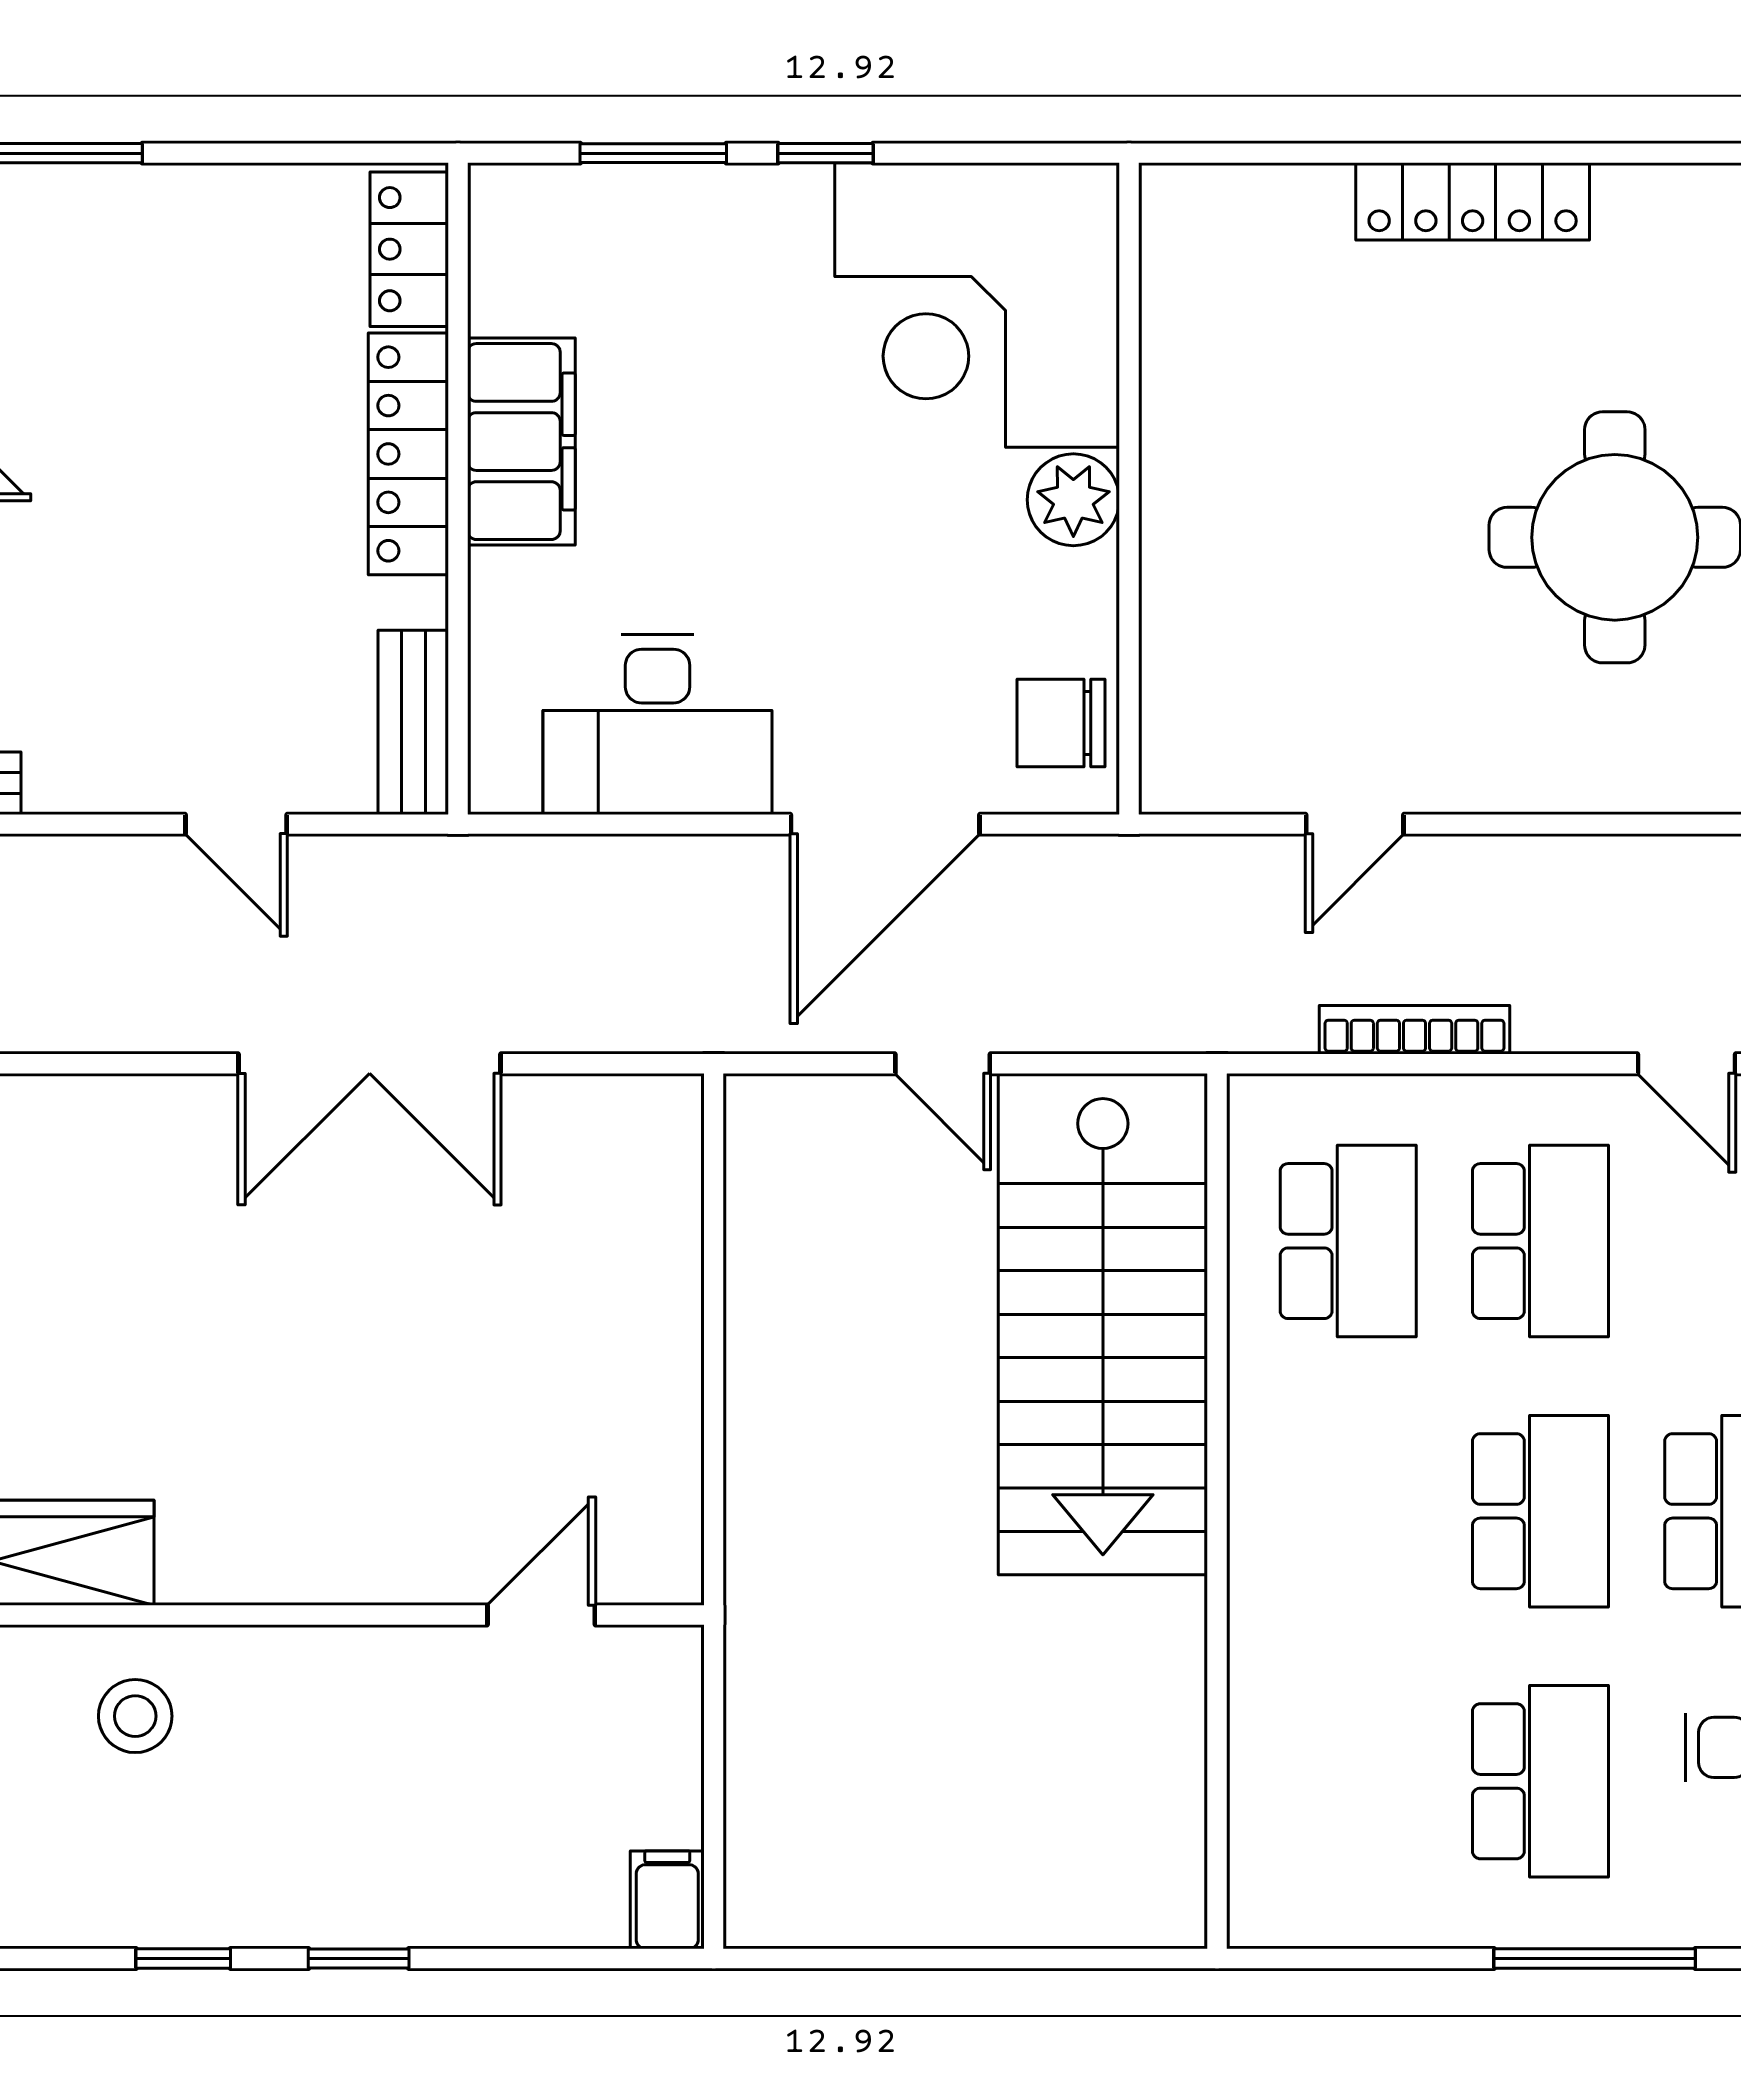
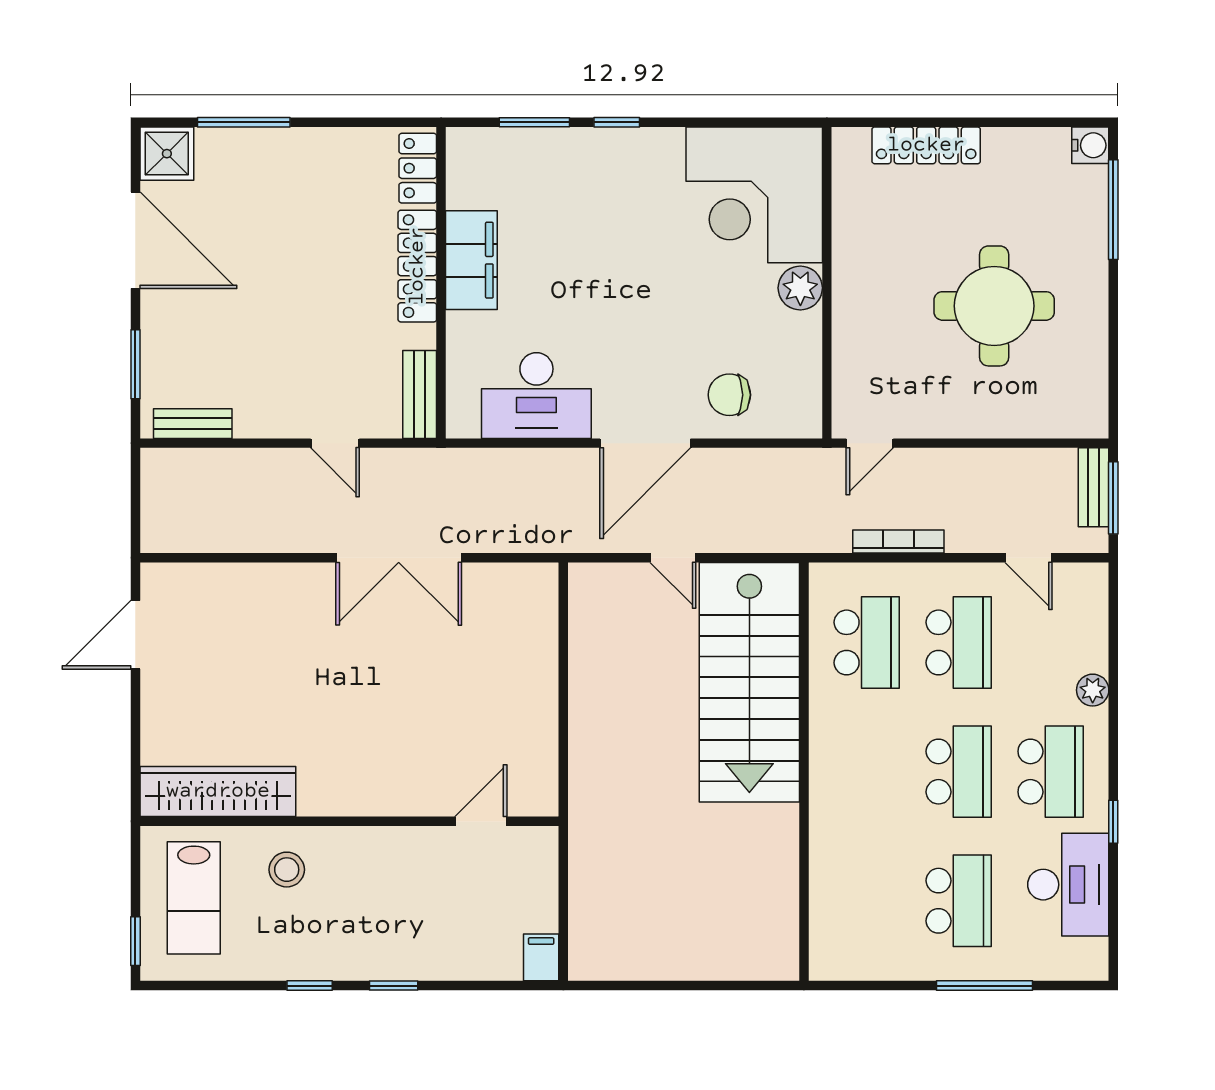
corner desk: (977, 305) -> (754, 195), moved
wall: (1129, 489) -> (827, 283), moved
plant: (1073, 500) -> (800, 288), moved

